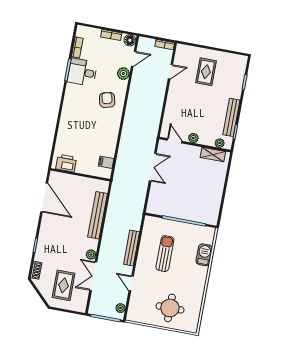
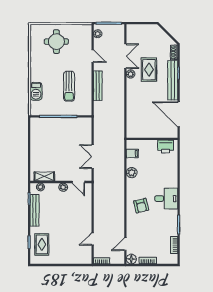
desk: (82, 72) -> (166, 199), moved
rug: (206, 72) -> (42, 244), moved
plant: (123, 74) -> (132, 173), moved
bench: (97, 215) -> (173, 80), moved
rug: (64, 285) -> (149, 70), moved

